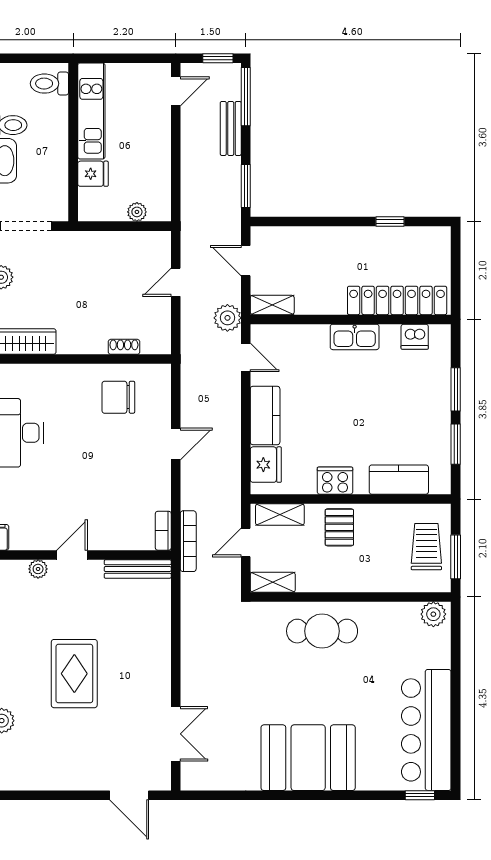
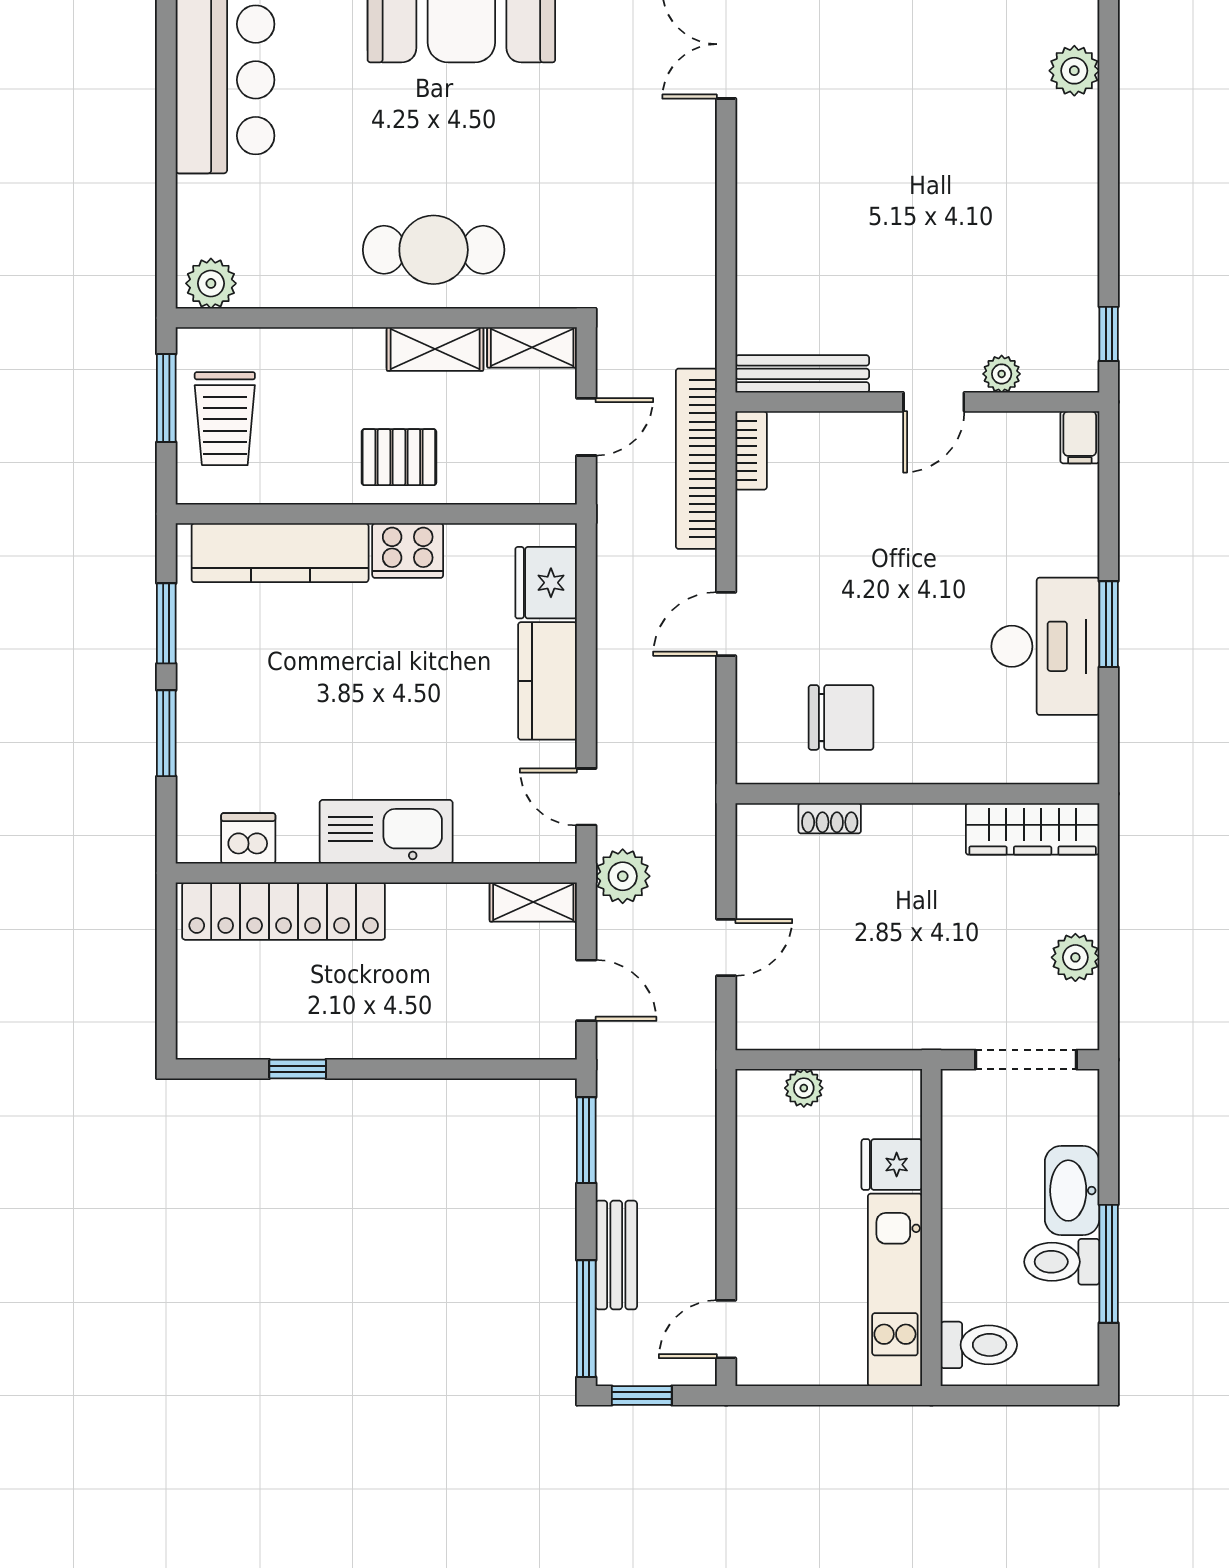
kitchen sink: (355, 337) -> (386, 832), width x1.36, depth x1.24
kitchen counter: (399, 480) -> (280, 553), width x1.50
shelving: (280, 515) -> (435, 349), moved
pallet: (339, 527) -> (399, 457), turned 90
bookcase: (188, 541) -> (696, 459), width x1.48, depth x1.31
rug: (74, 674) -> (929, 165), removed

